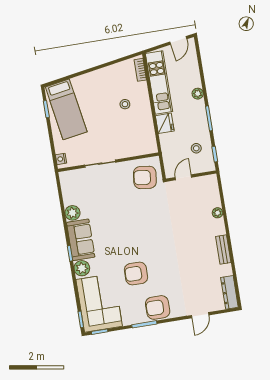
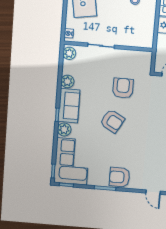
armchair: (145, 177) -> (123, 88), moved, turned 83
plant: (67, 181) -> (69, 53), added
armchair: (136, 274) -> (112, 121), moved, turned -151
door: (200, 315) -> (153, 192), hinge flipped

